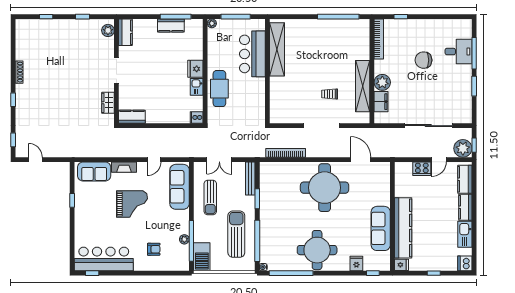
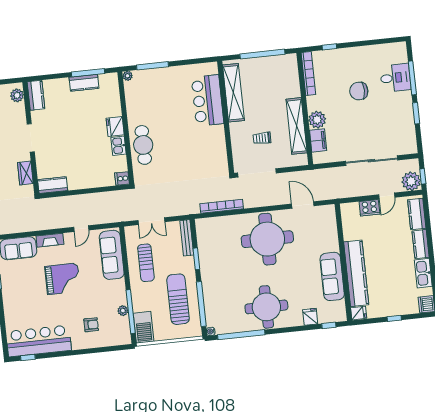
shelving: (277, 49) -> (233, 93), moved
bar counter: (252, 54) -> (208, 101), moved
wall: (267, 71) -> (226, 117), moved

